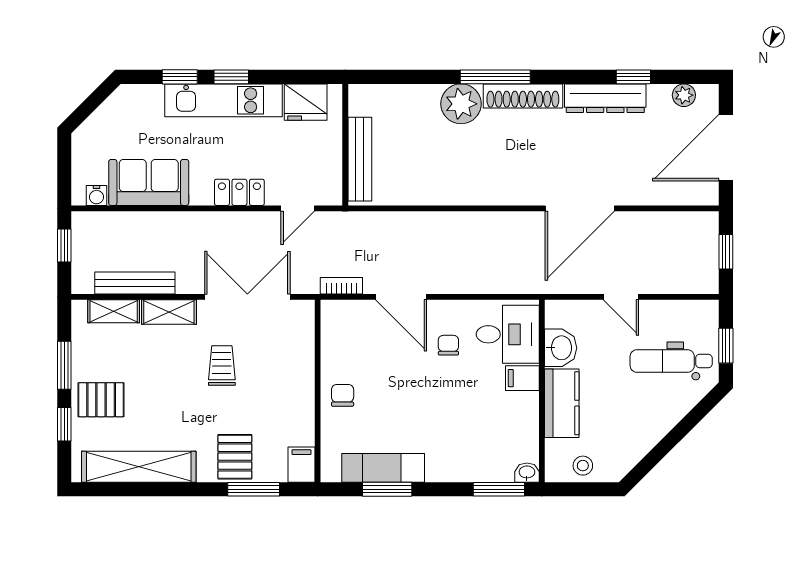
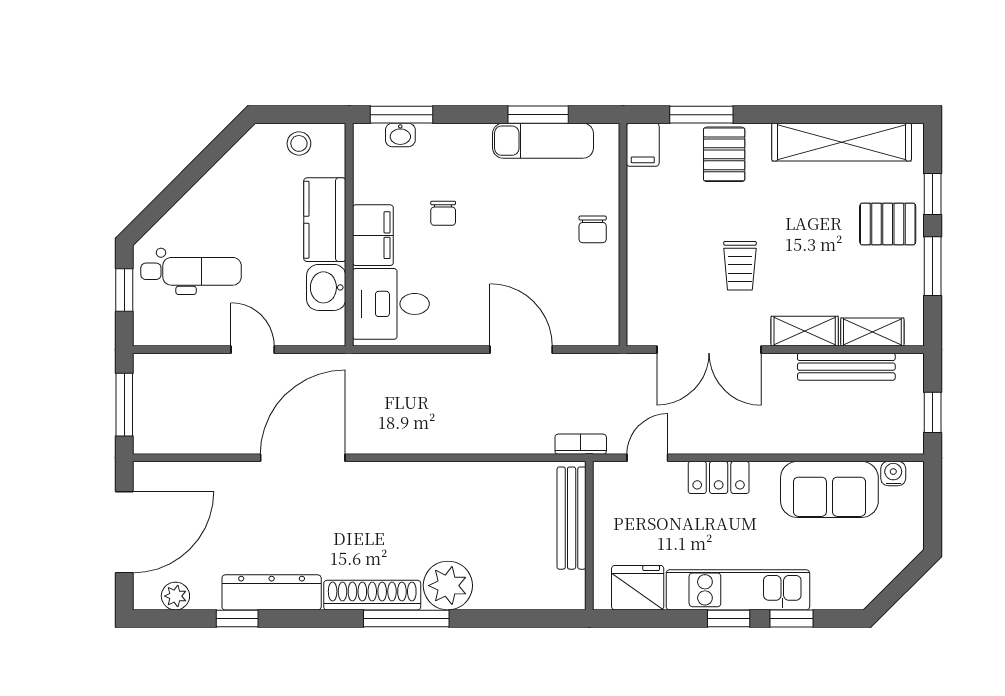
window: (726, 252) -> (124, 405), width x1.50
bookcase: (341, 286) -> (581, 444), moved, turned 180
chair: (448, 345) -> (443, 213), moved
filing cabinet: (522, 378) -> (373, 235), width x2.00
washbasin: (527, 473) -> (400, 135), moved

